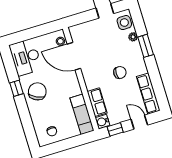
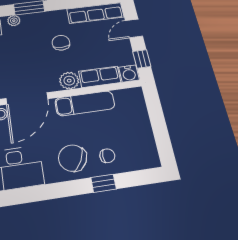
plant: (91, 82) -> (69, 81), added
window: (16, 88) -> (104, 183), moved
exam couch: (82, 114) -> (85, 103), moved
chair: (52, 131) -> (107, 156), moved

